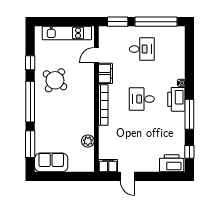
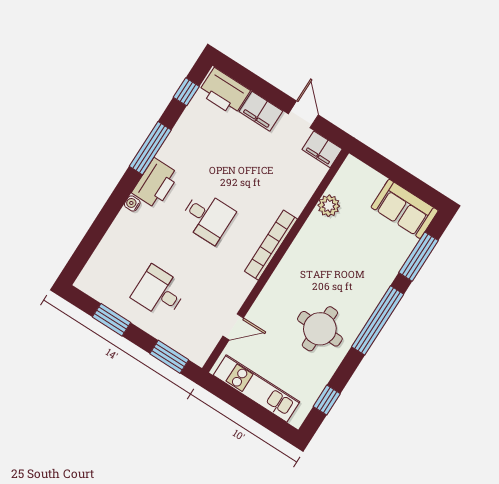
window: (156, 22) -> (112, 320), width x0.47
window: (30, 63) -> (327, 400), moved
filing cabinet: (105, 73) -> (261, 111), moved, turned -90
round table: (55, 80) -> (320, 329), turned -35

